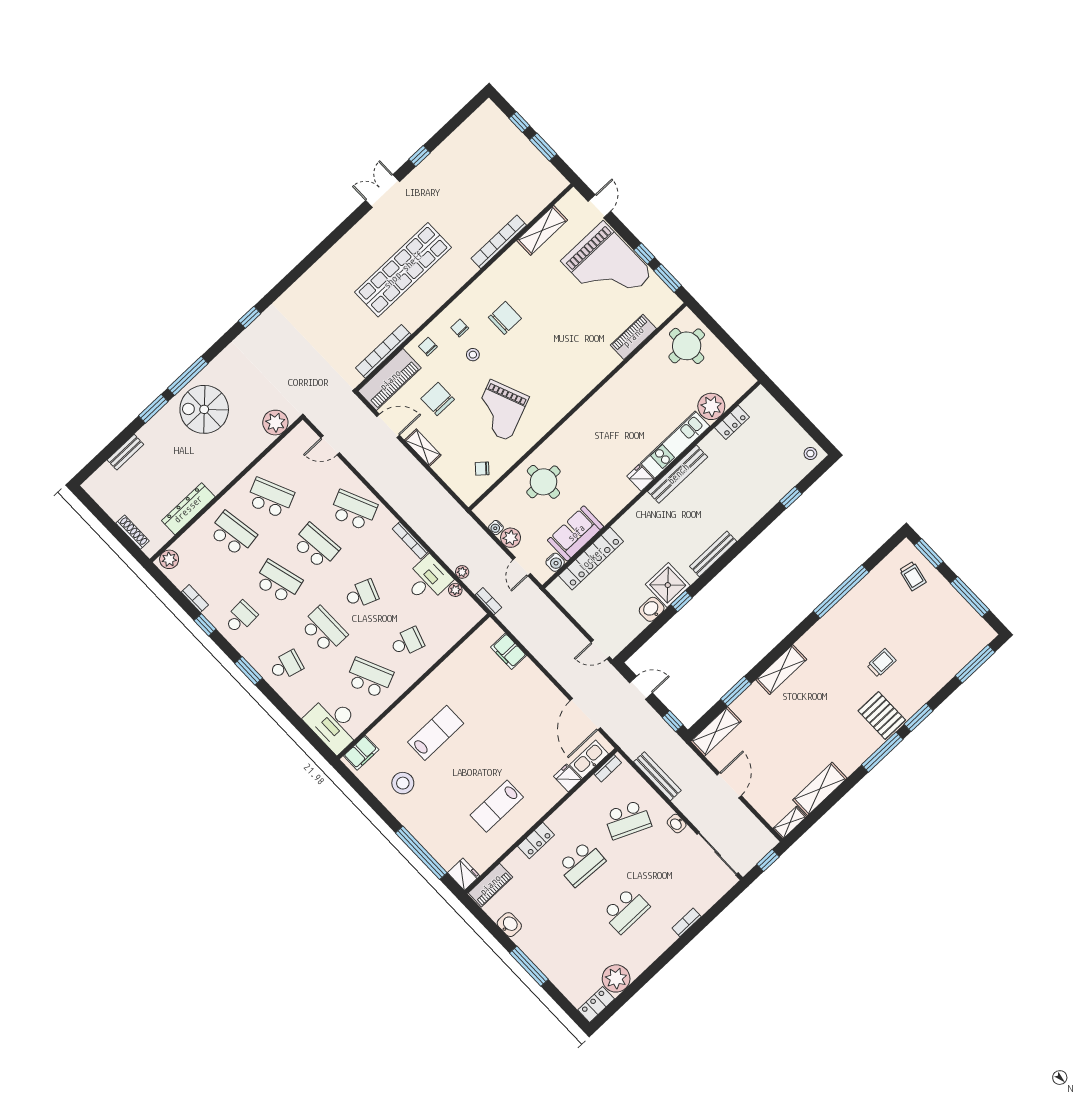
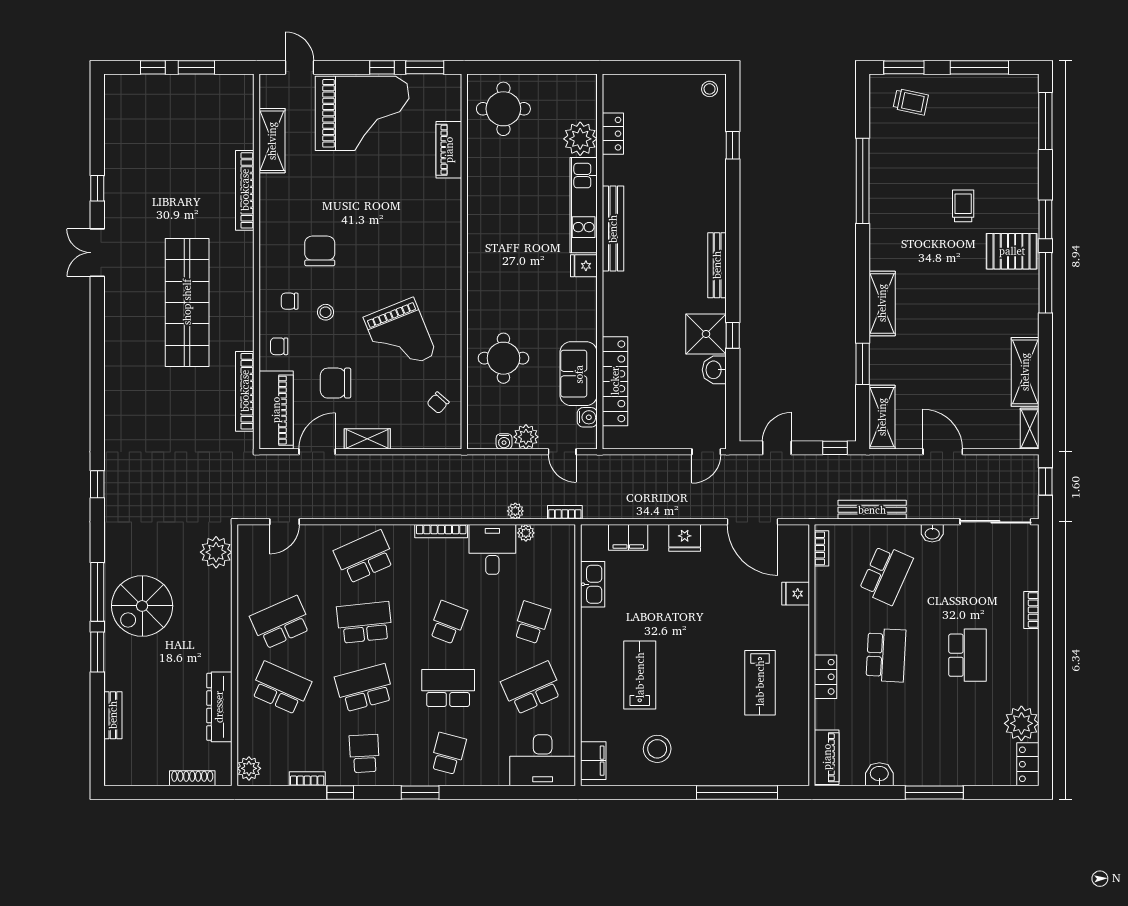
school desk: (233, 534) -> (281, 688), turned 33
kitchen sink: (589, 759) -> (593, 584), moved, turned 180
fridge: (464, 874) -> (685, 538), moved, turned 180

